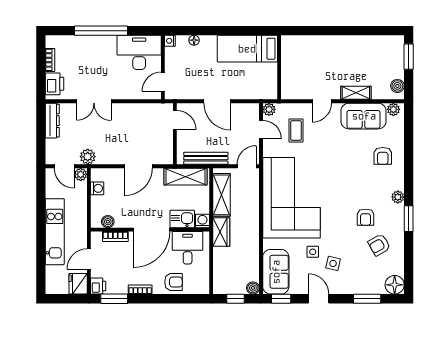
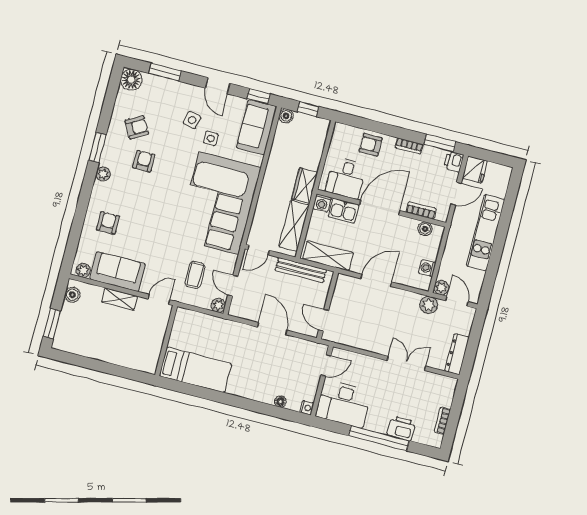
bed: (247, 49) -> (195, 370), moved
wall: (279, 67) -> (166, 341), moved
printer: (54, 84) -> (402, 428), moved, turned 90

